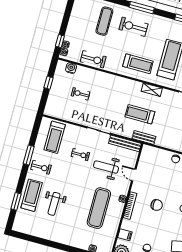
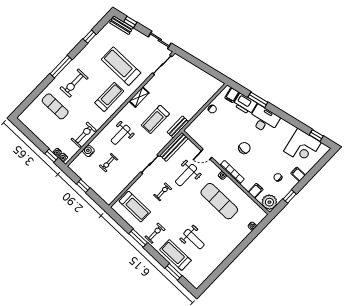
water cooler: (71, 68) -> (88, 151), moved
weight bench: (110, 91) -> (121, 135), added

